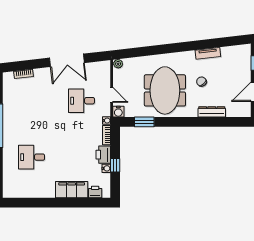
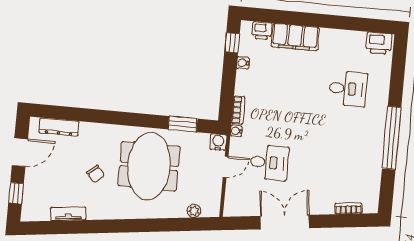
tv unit: (208, 53) -> (68, 214), moved
plant: (118, 64) -> (194, 211), moved
door: (112, 95) -> (226, 167), swing flipped
dresser: (212, 112) -> (59, 127), moved
printer: (103, 155) -> (379, 43), moved, turned 90
window: (115, 165) -> (232, 43), moved

